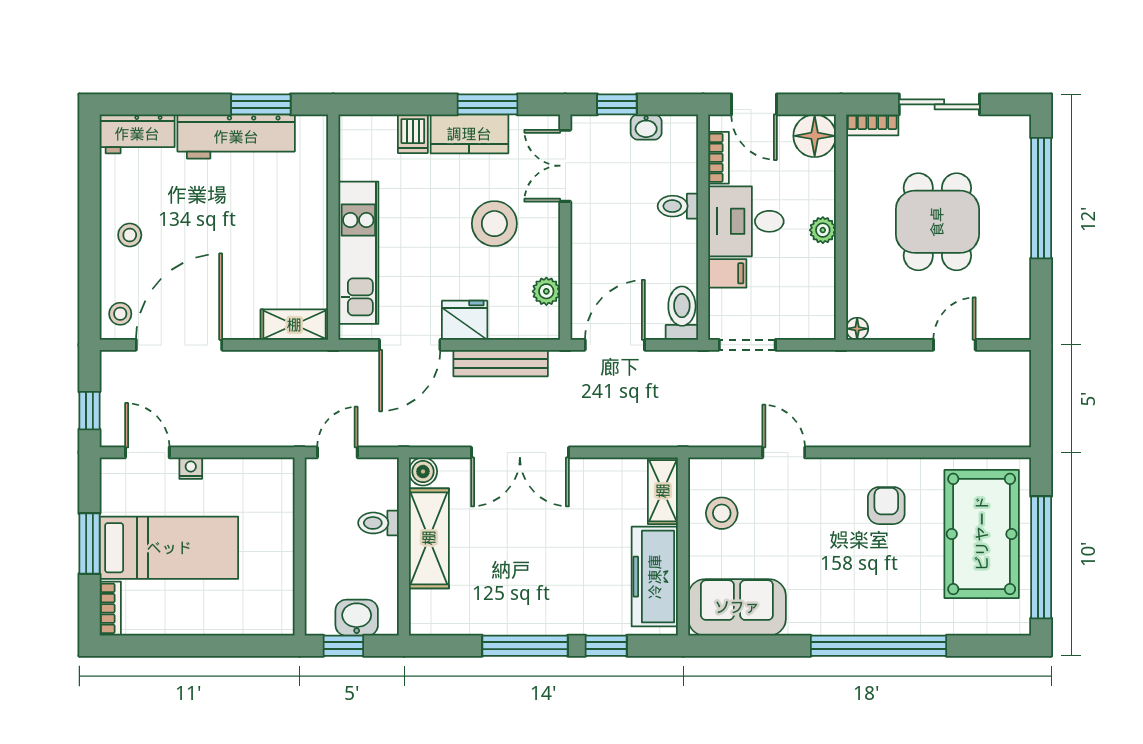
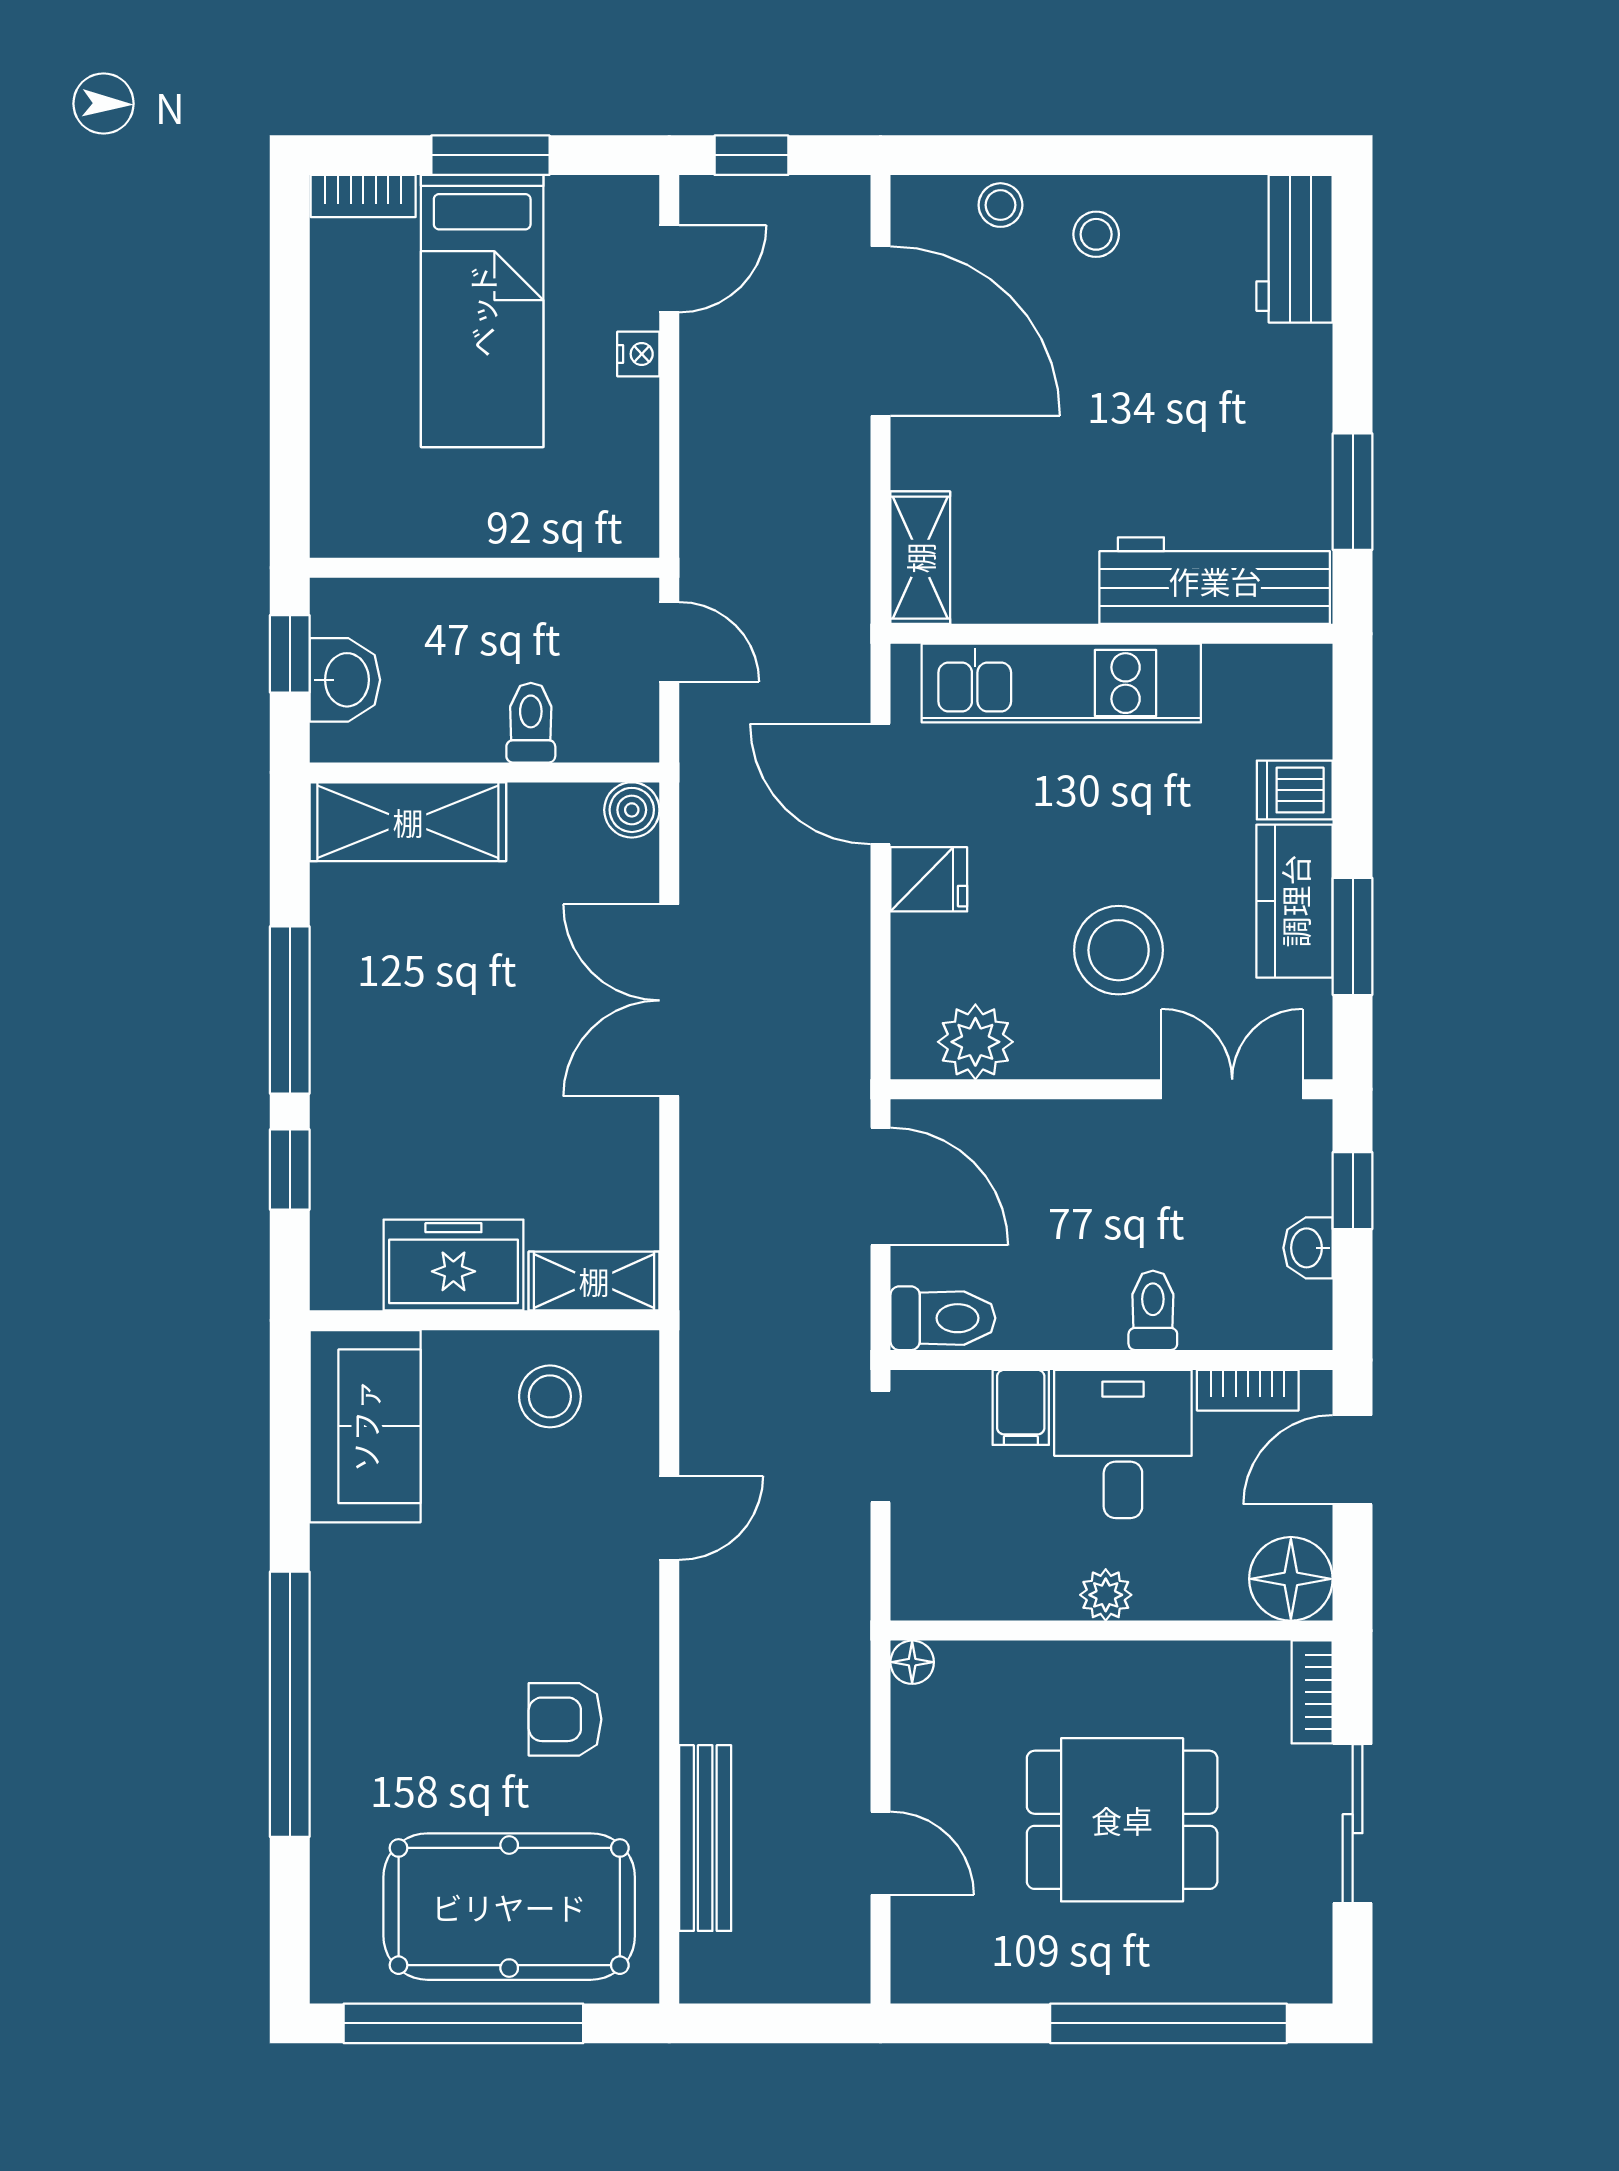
workbench: (236, 137) -> (1215, 581), moved, turned 90
plant: (546, 291) -> (975, 1042), width x1.38, depth x1.38
stool: (120, 314) -> (1000, 205), moved
fridge: (465, 320) -> (929, 879), width x0.72
bench: (501, 363) -> (705, 1838), moved
armchair: (886, 506) -> (565, 1719), turned 180
shelving: (429, 538) -> (408, 822), moved
freezer: (655, 577) -> (453, 1265), width x0.71

